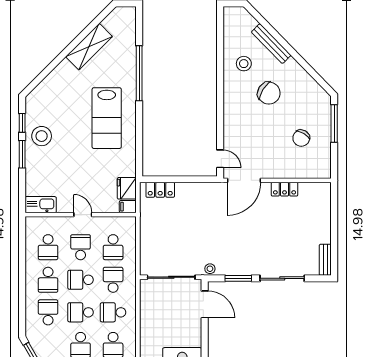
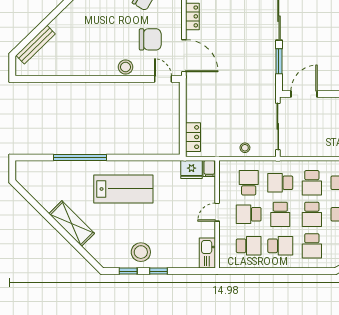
bench: (271, 44) -> (36, 45), moved
shelving: (89, 47) -> (72, 224), moved
stool: (244, 64) -> (126, 67), moved
chair: (269, 93) -> (150, 39), moved, turned 58
window: (22, 154) -> (159, 271), width x0.67
door: (220, 159) -> (163, 79), hinge flipped
school desk: (113, 247) -> (249, 183), turned -90
stool: (210, 269) -> (245, 148), moved
school desk: (48, 312) -> (312, 246), turned -90

